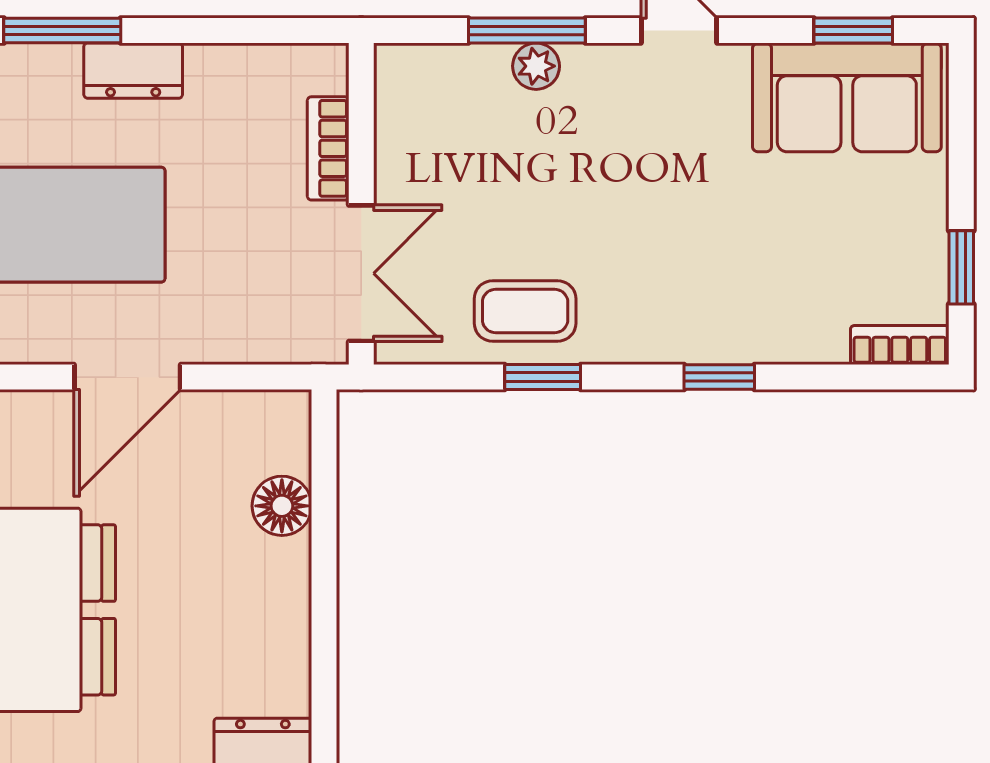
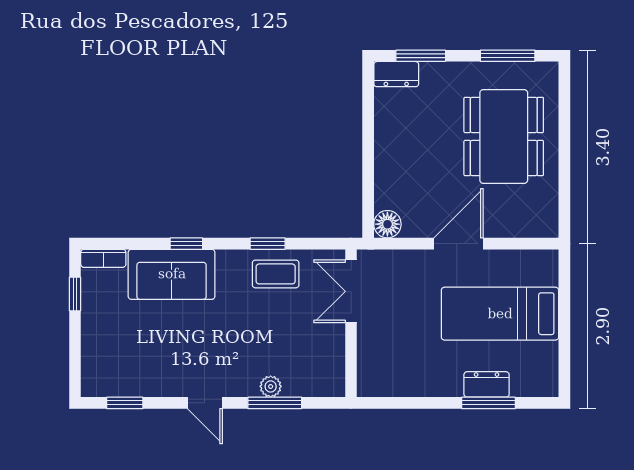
dresser: (133, 71) -> (487, 384), moved
sofa: (847, 97) -> (172, 274), moved, turned 180
bookcase: (328, 148) -> (366, 349), removed
floor lamp: (282, 506) -> (387, 224), moved

